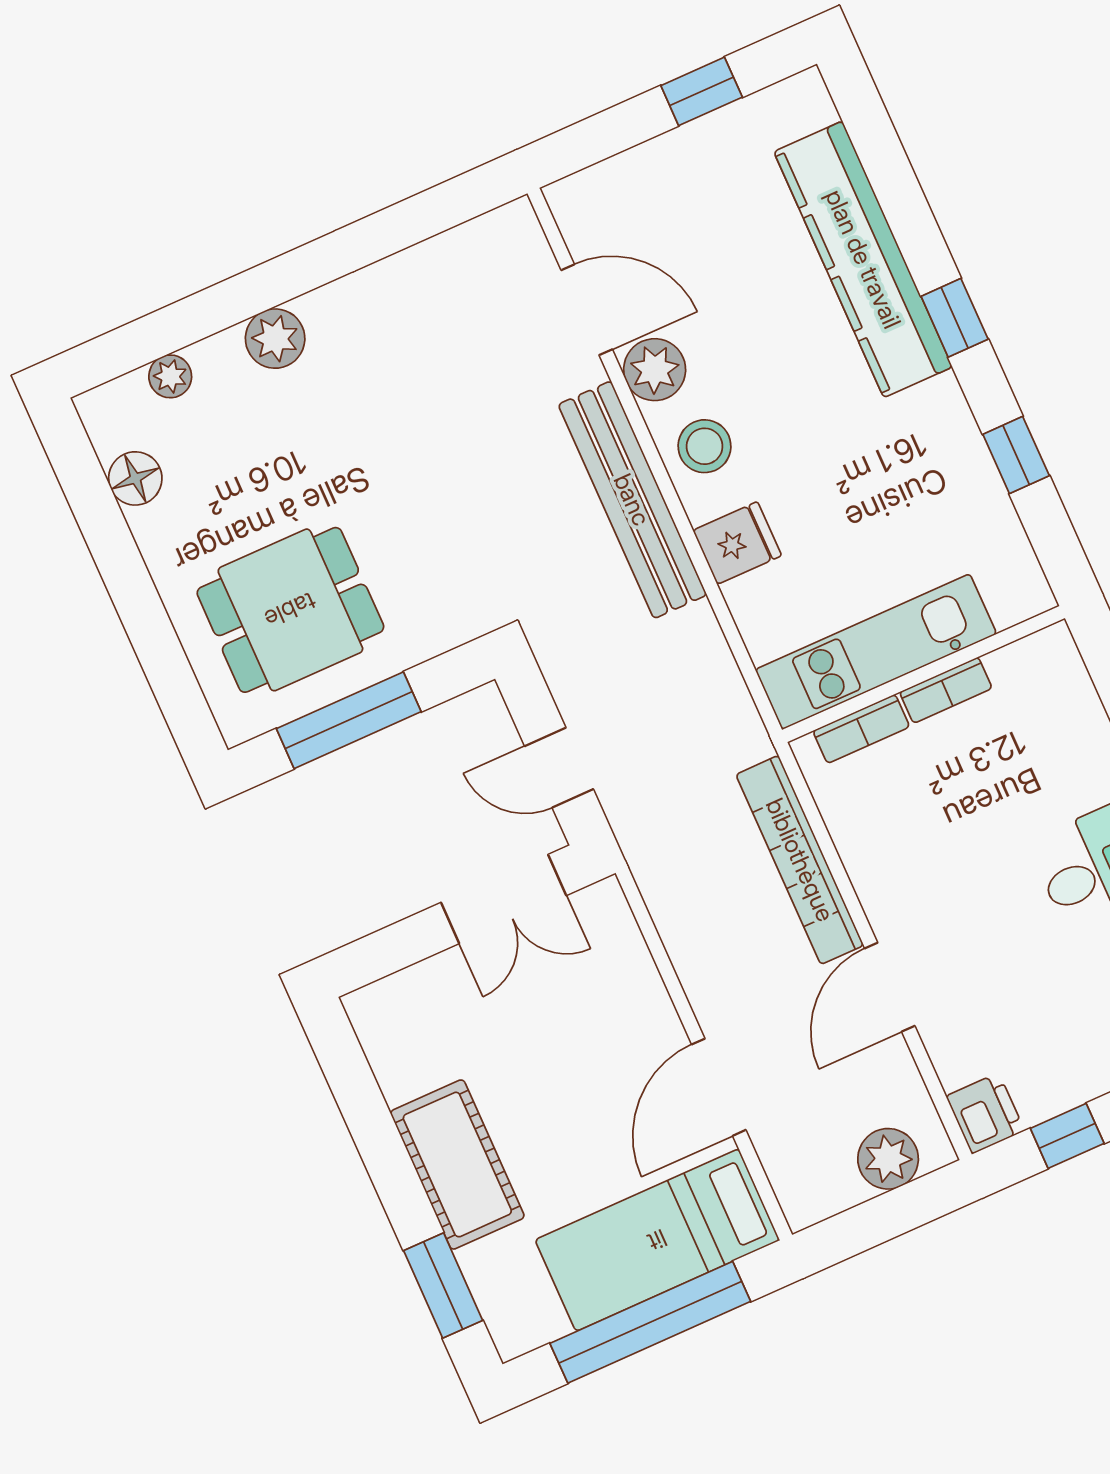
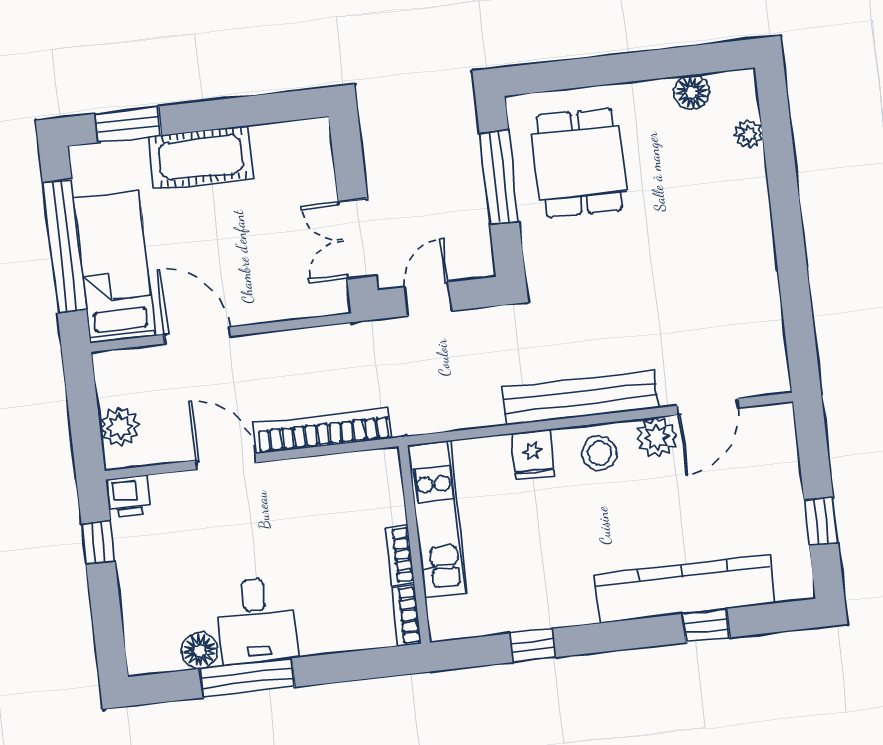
window: (955, 318) -> (706, 626), moved
plant: (275, 339) -> (751, 207), removed
bookcase: (861, 729) -> (406, 616), moved

